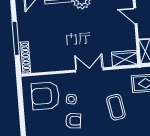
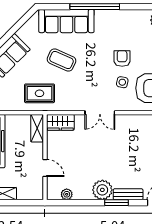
coffee table: (116, 107) -> (61, 60), moved, turned -56
armchair: (73, 121) -> (122, 58), turned 84

